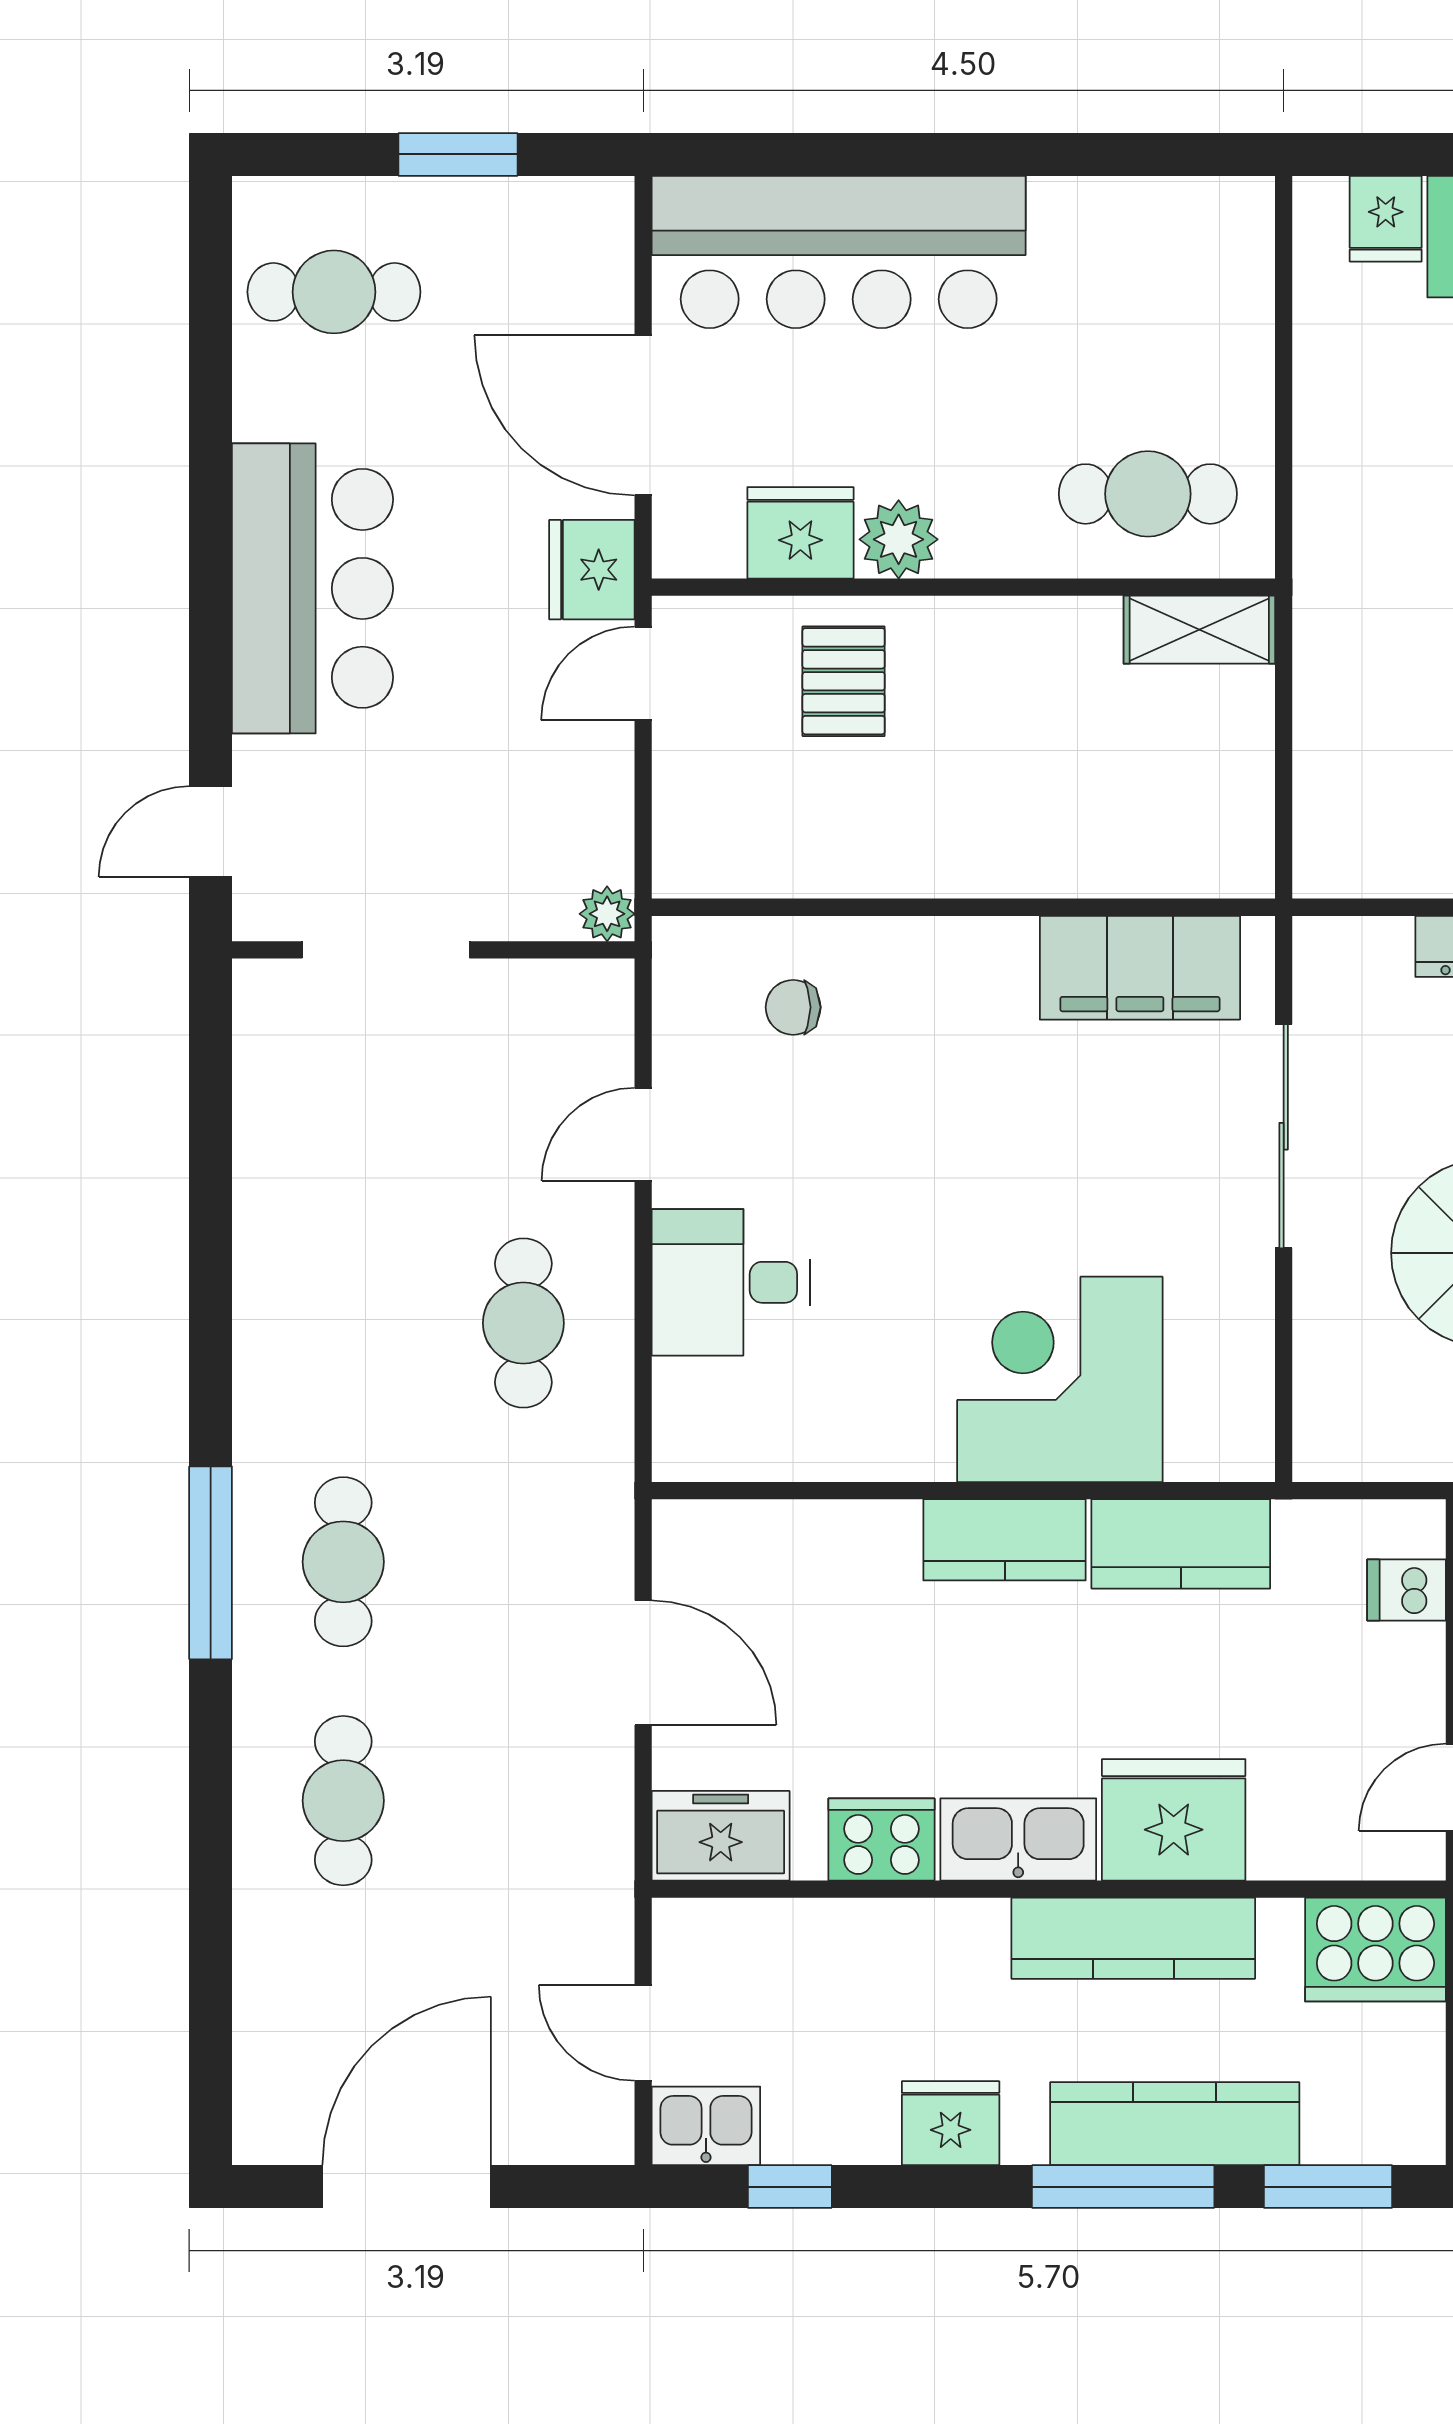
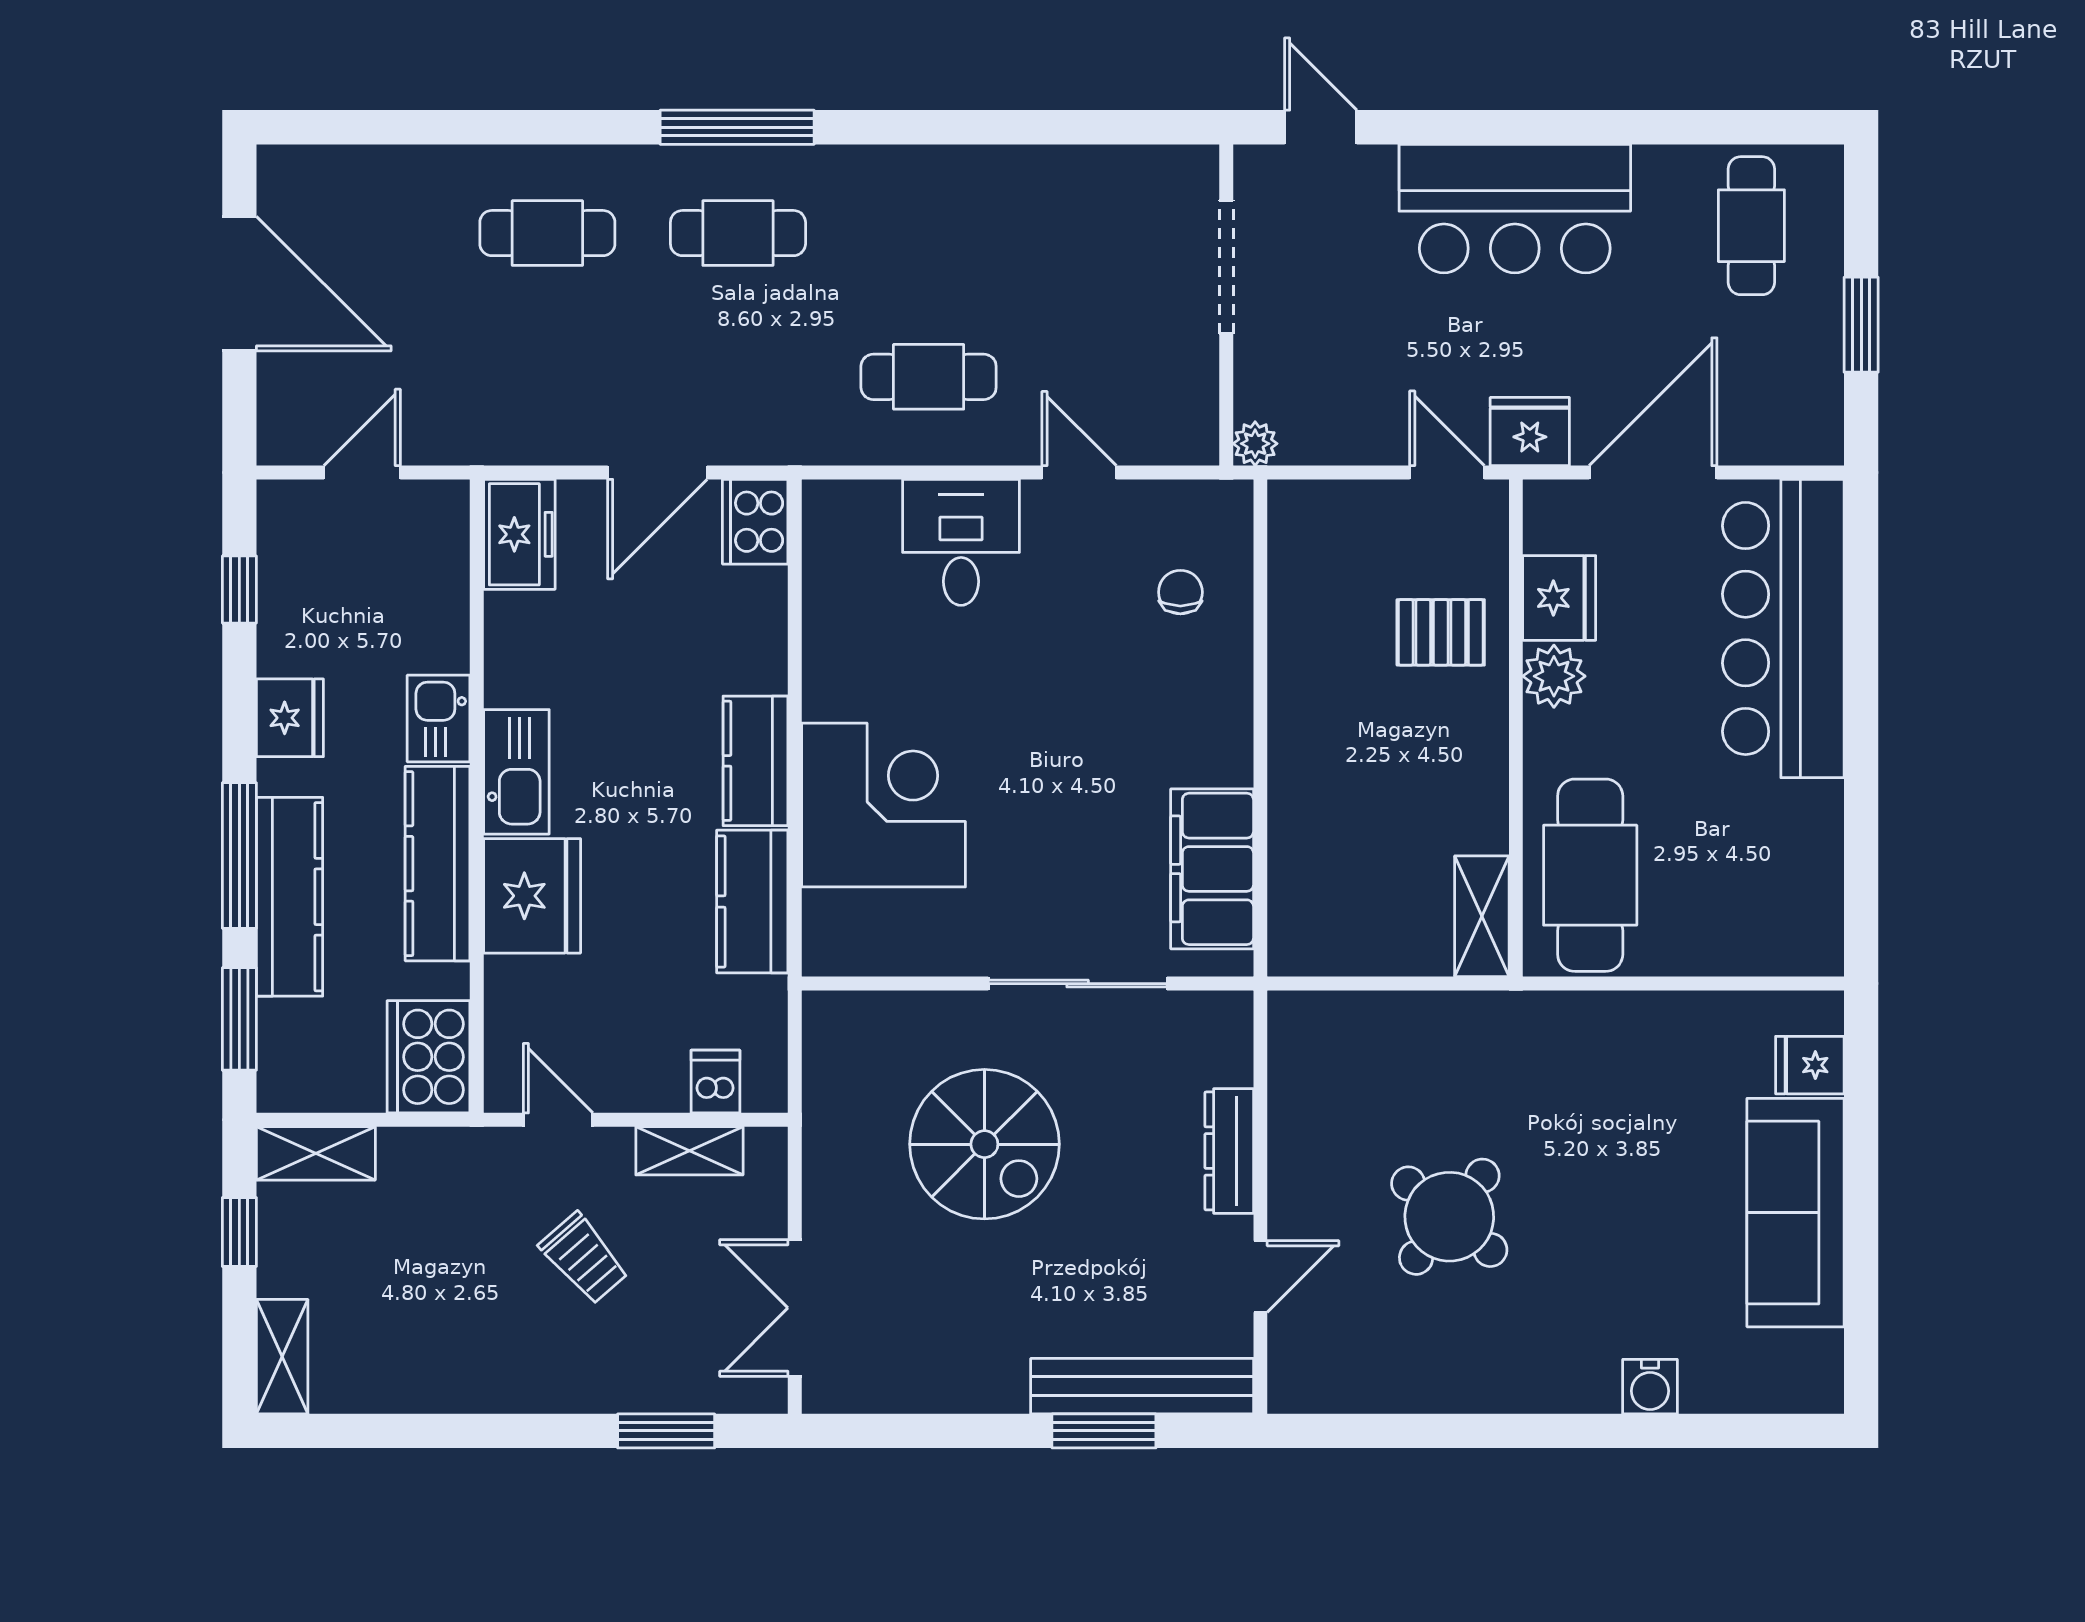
cafe table: (1148, 494) -> (1590, 875), width x1.37, depth x1.35
cooker: (881, 1840) -> (755, 522), moved, turned 180
kitchen sink: (706, 2126) -> (439, 719), moved, turned 180

